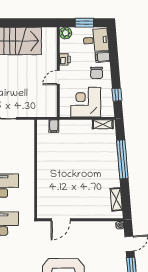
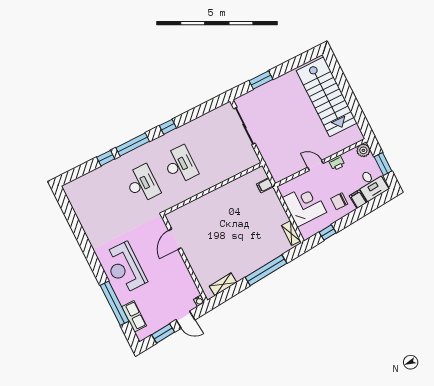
door: (61, 220) -> (175, 239), hinge flipped

